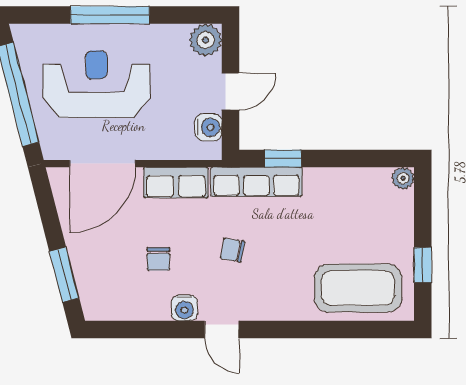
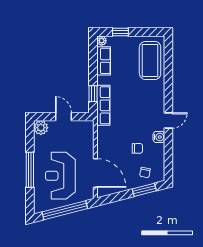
water cooler: (208, 127) -> (79, 126), removed
row of seats: (176, 183) -> (104, 61), moved
chair: (232, 250) -> (145, 173), moved
window: (423, 265) -> (120, 32), moved

